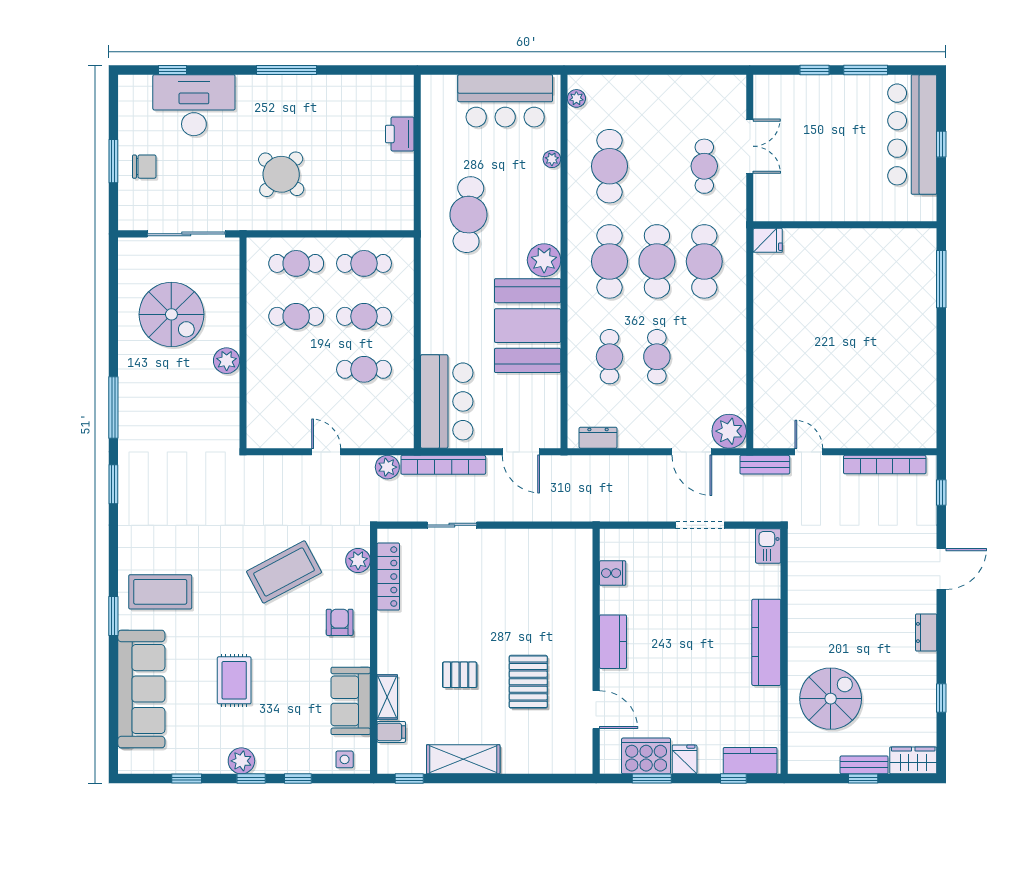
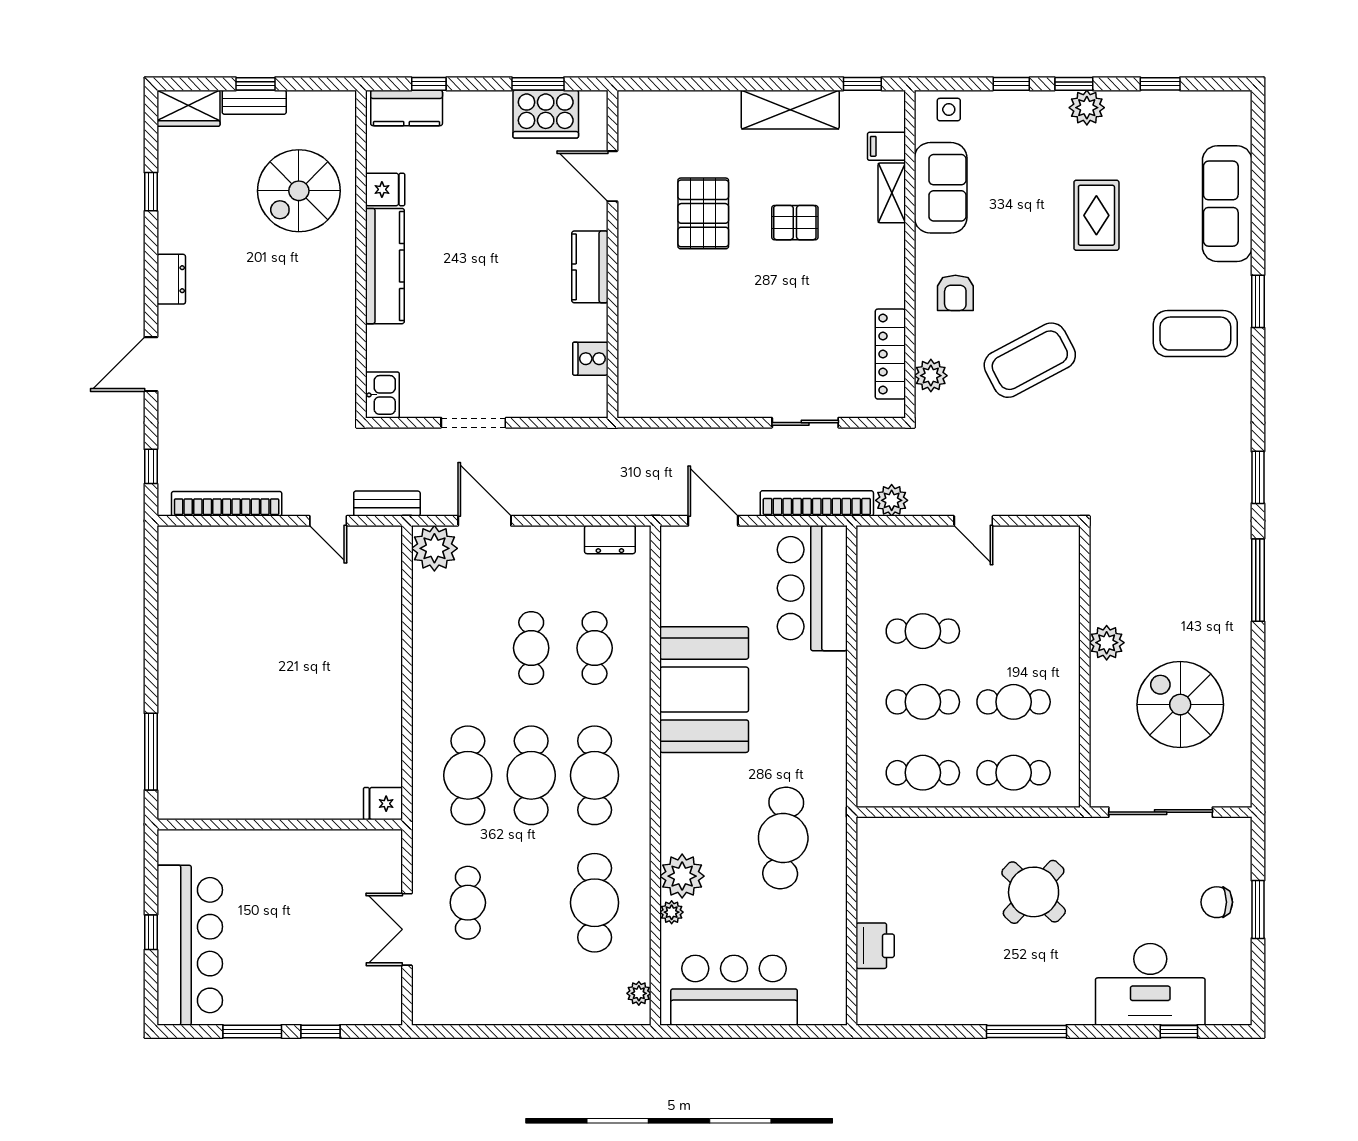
plant: (544, 260) -> (682, 876), moved
sofa: (141, 689) -> (1227, 204), width x0.74, depth x0.79
fridge: (685, 759) -> (385, 189), moved, turned -90

